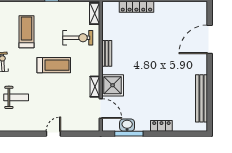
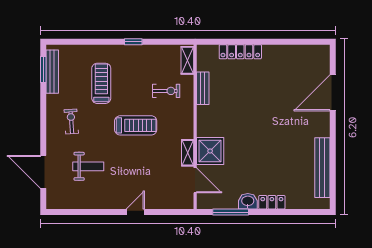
exercise bike: (78, 38) -> (166, 91), width x0.73, depth x0.72
bench: (107, 53) -> (203, 88), moved
washbasin: (127, 125) -> (248, 201), moved

